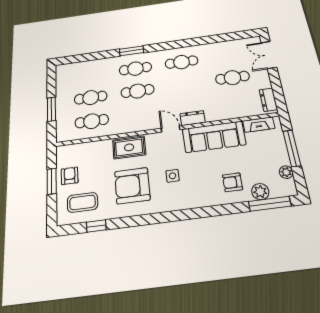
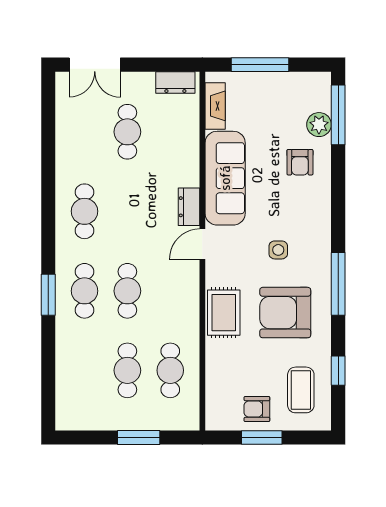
plant: (286, 172) -> (295, 81), removed
armchair: (132, 186) -> (285, 313), turned 90
window: (154, 219) -> (338, 284), added

